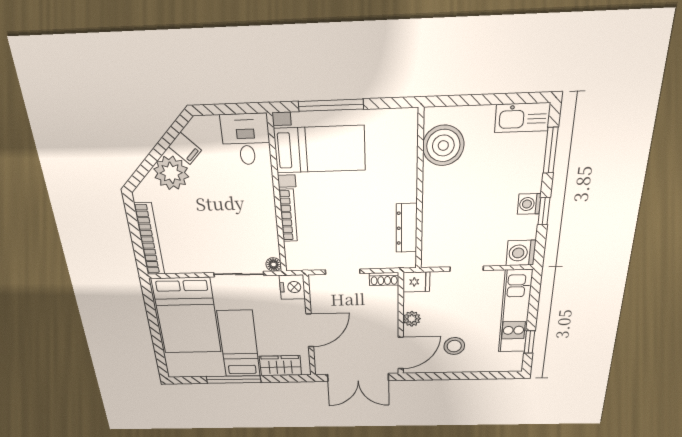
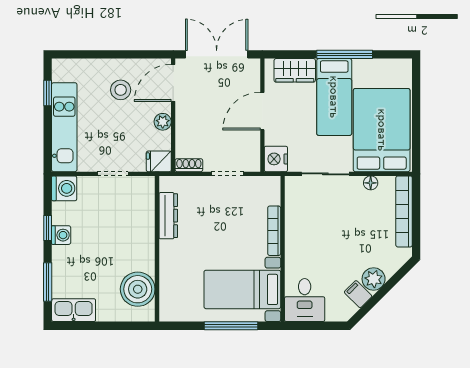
plant: (171, 173) -> (374, 279), width x0.73, depth x0.73
floor lamp: (274, 264) -> (371, 183), moved

